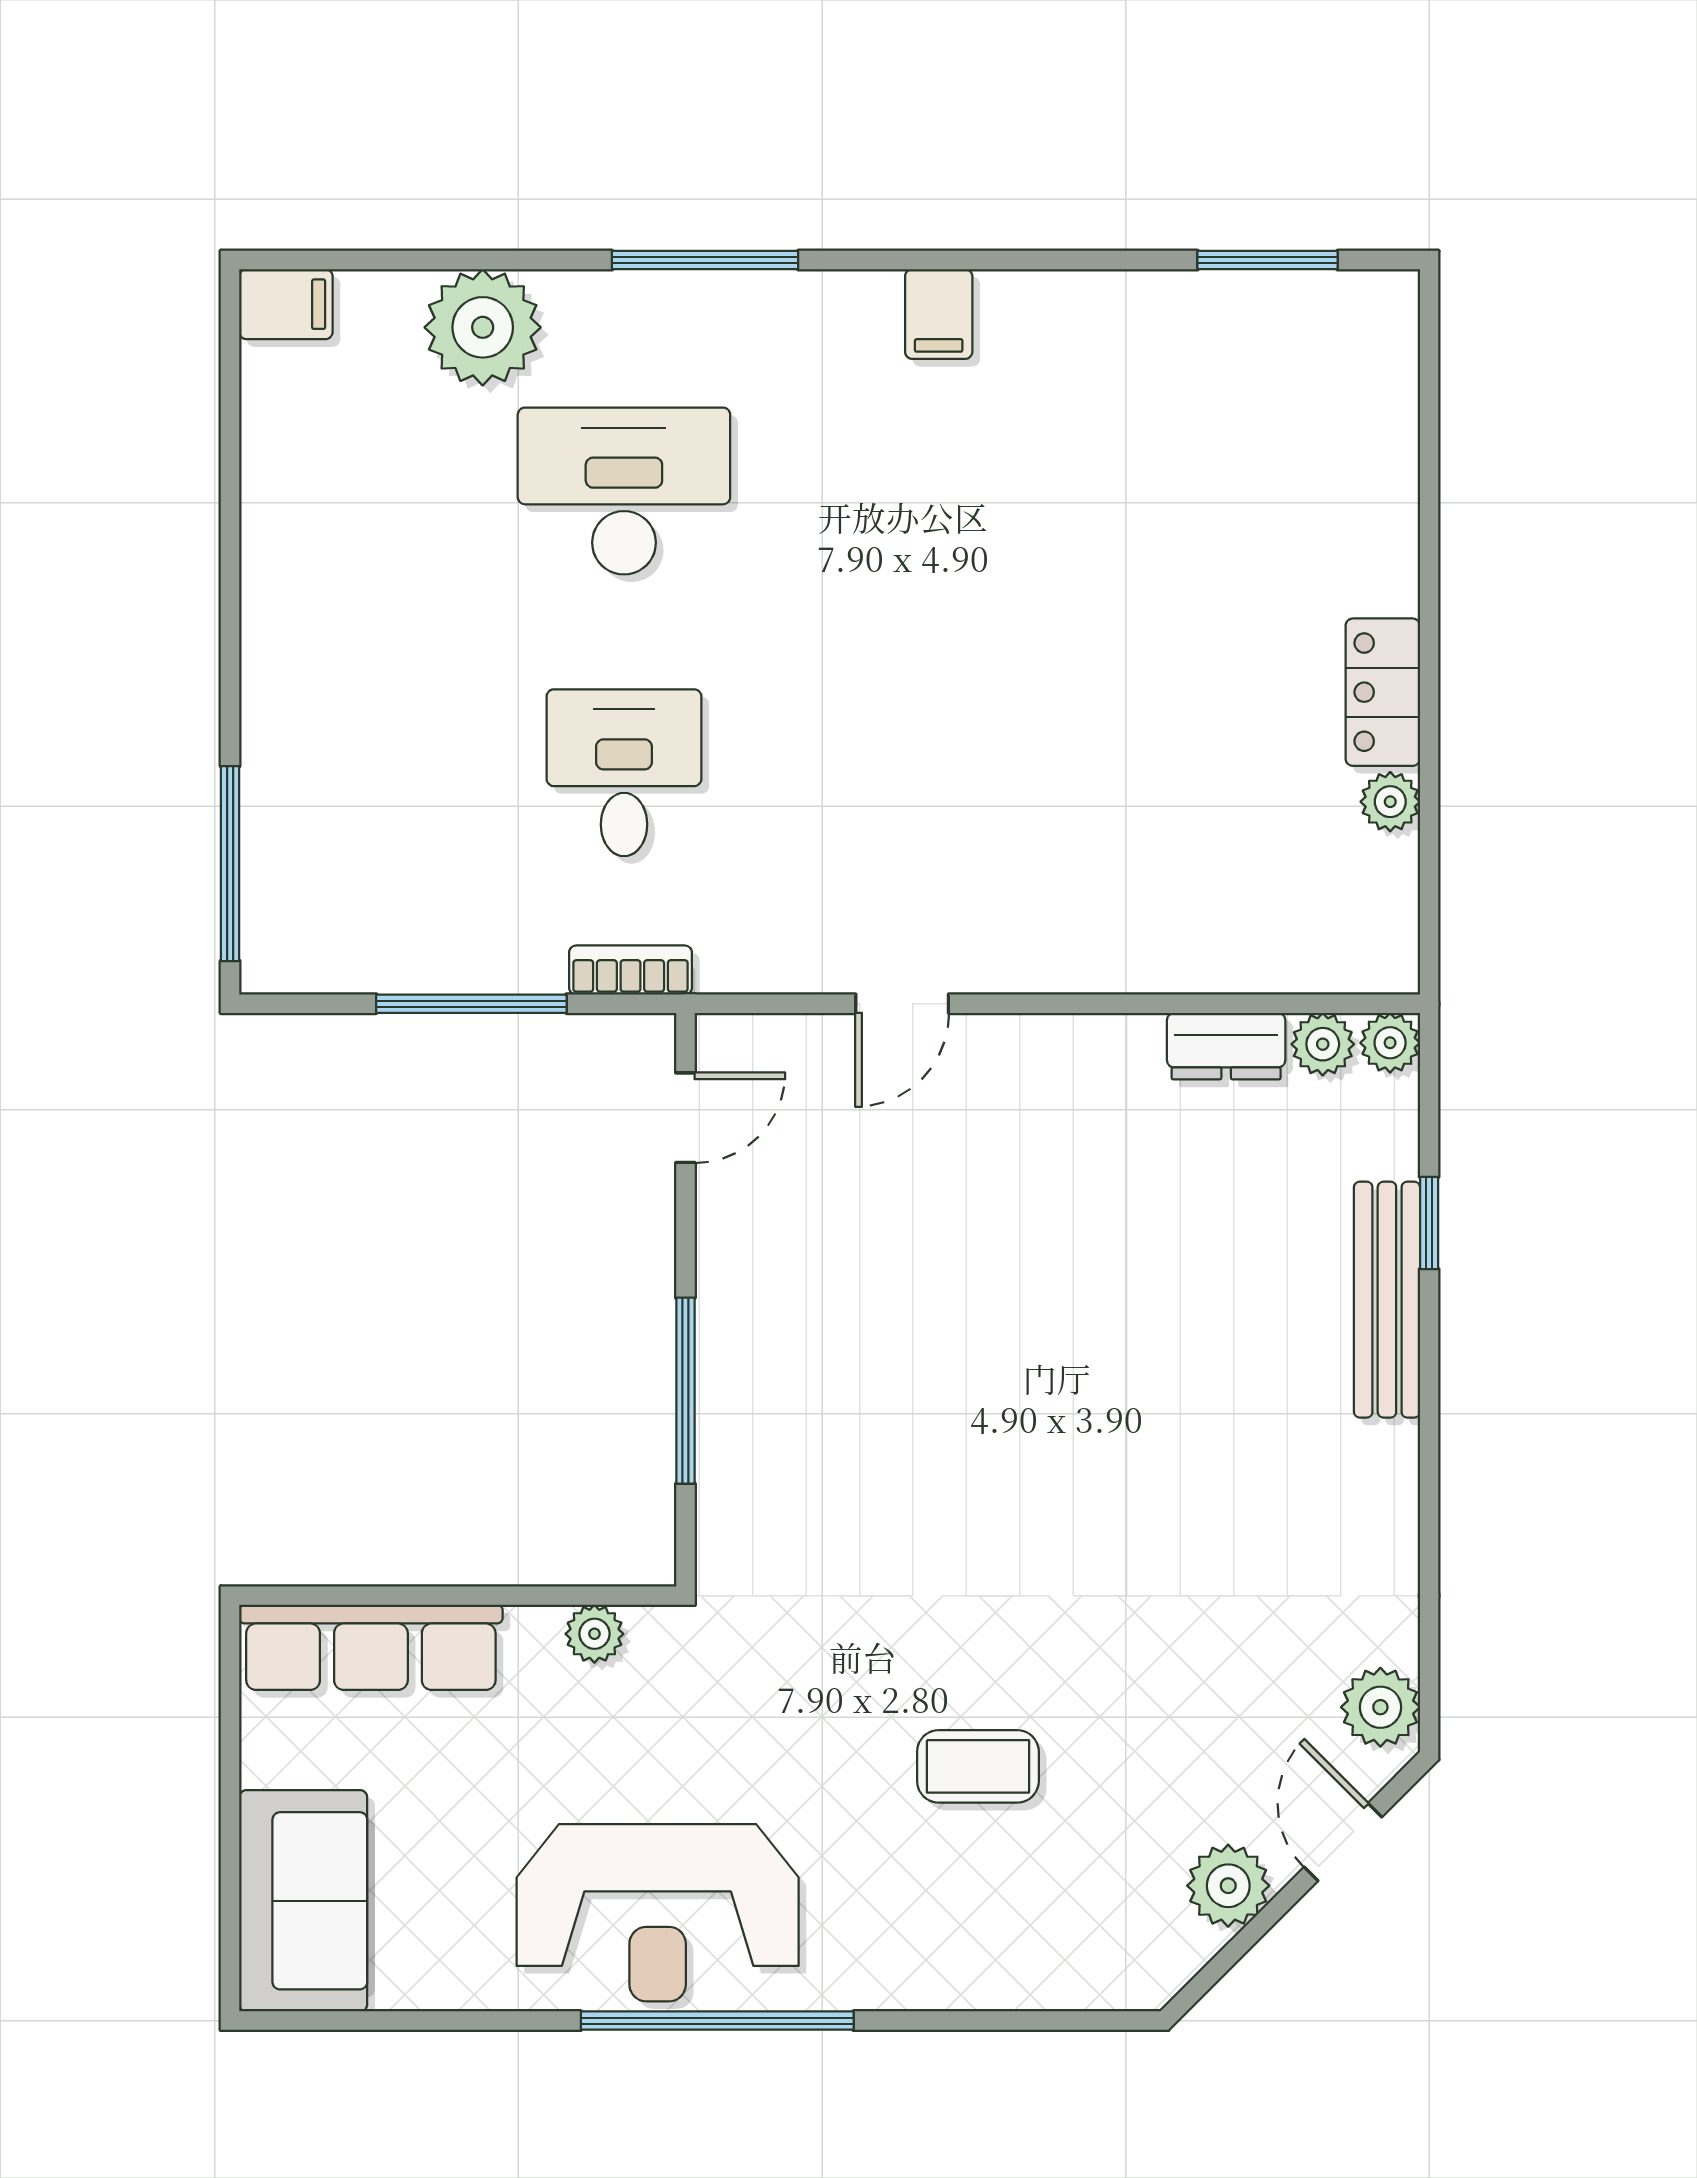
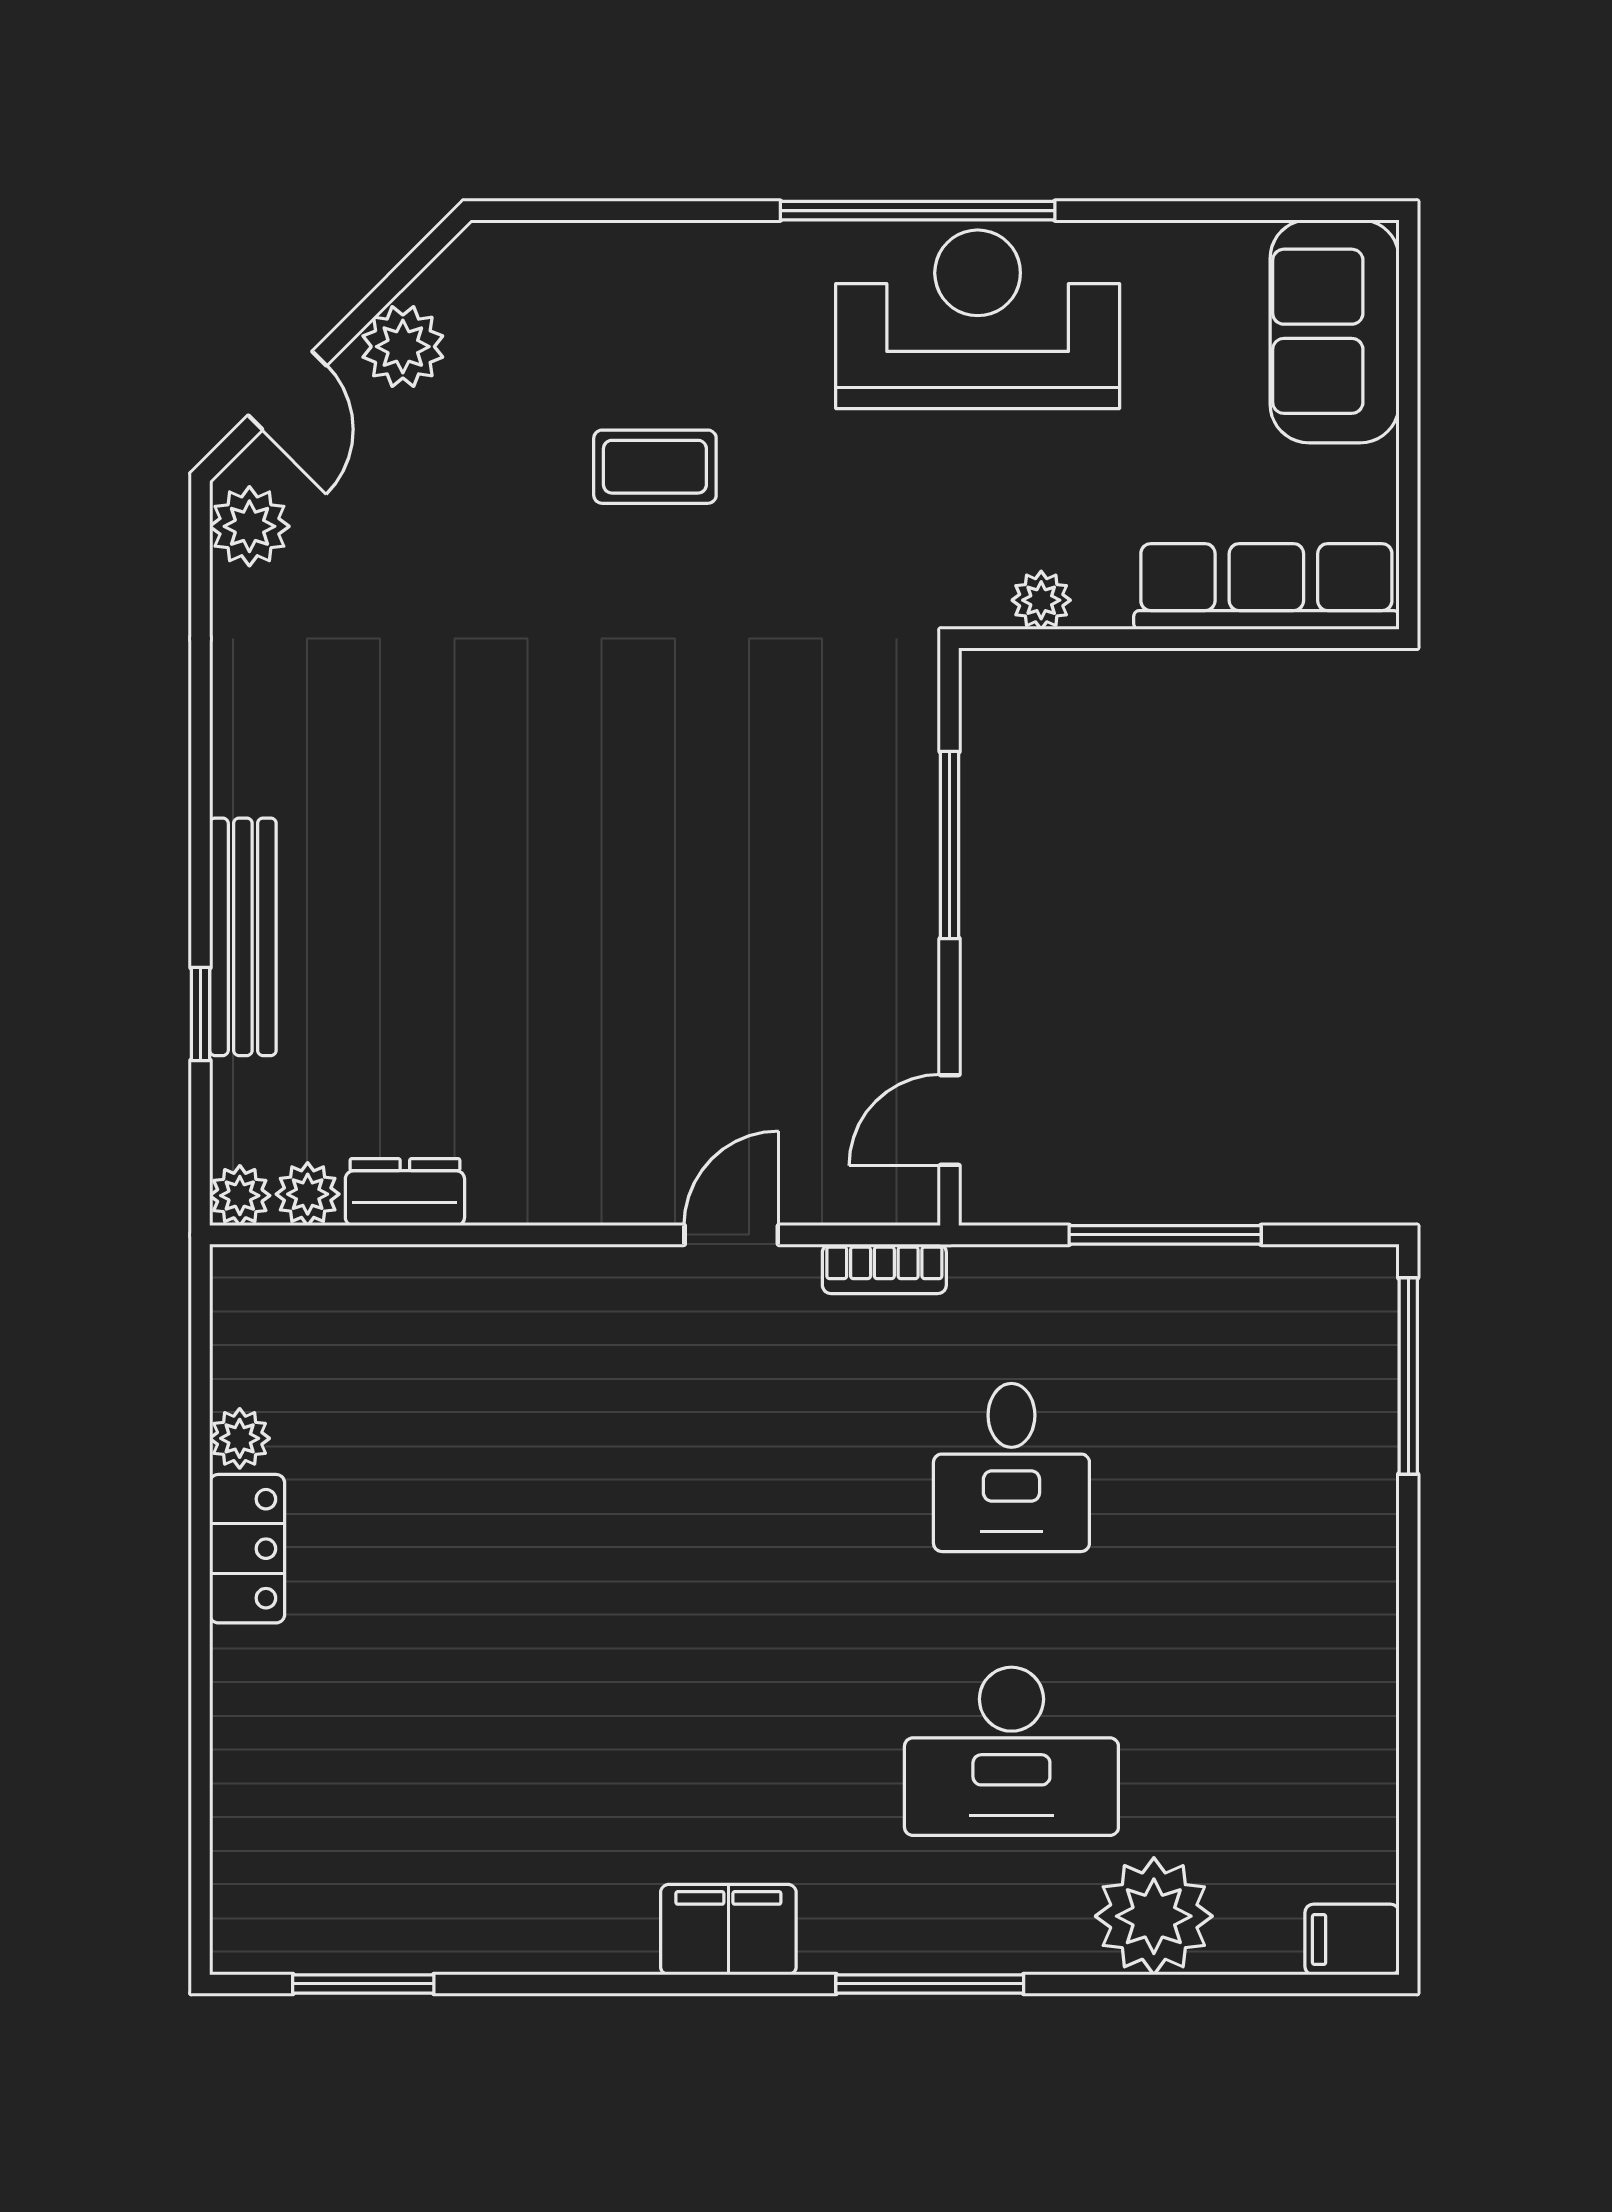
filing cabinet: (939, 314) -> (728, 1930), width x2.00
bookcase: (630, 970) -> (884, 1269), moved

